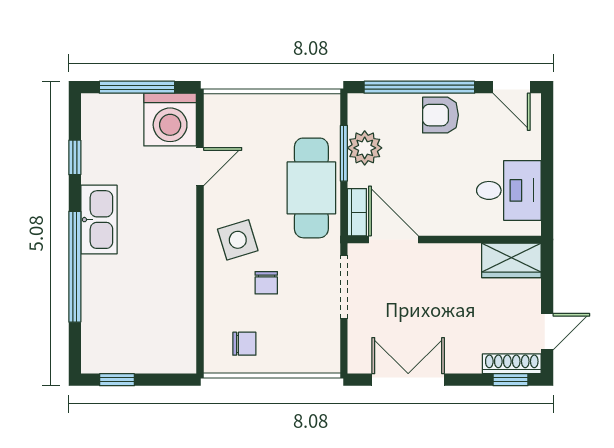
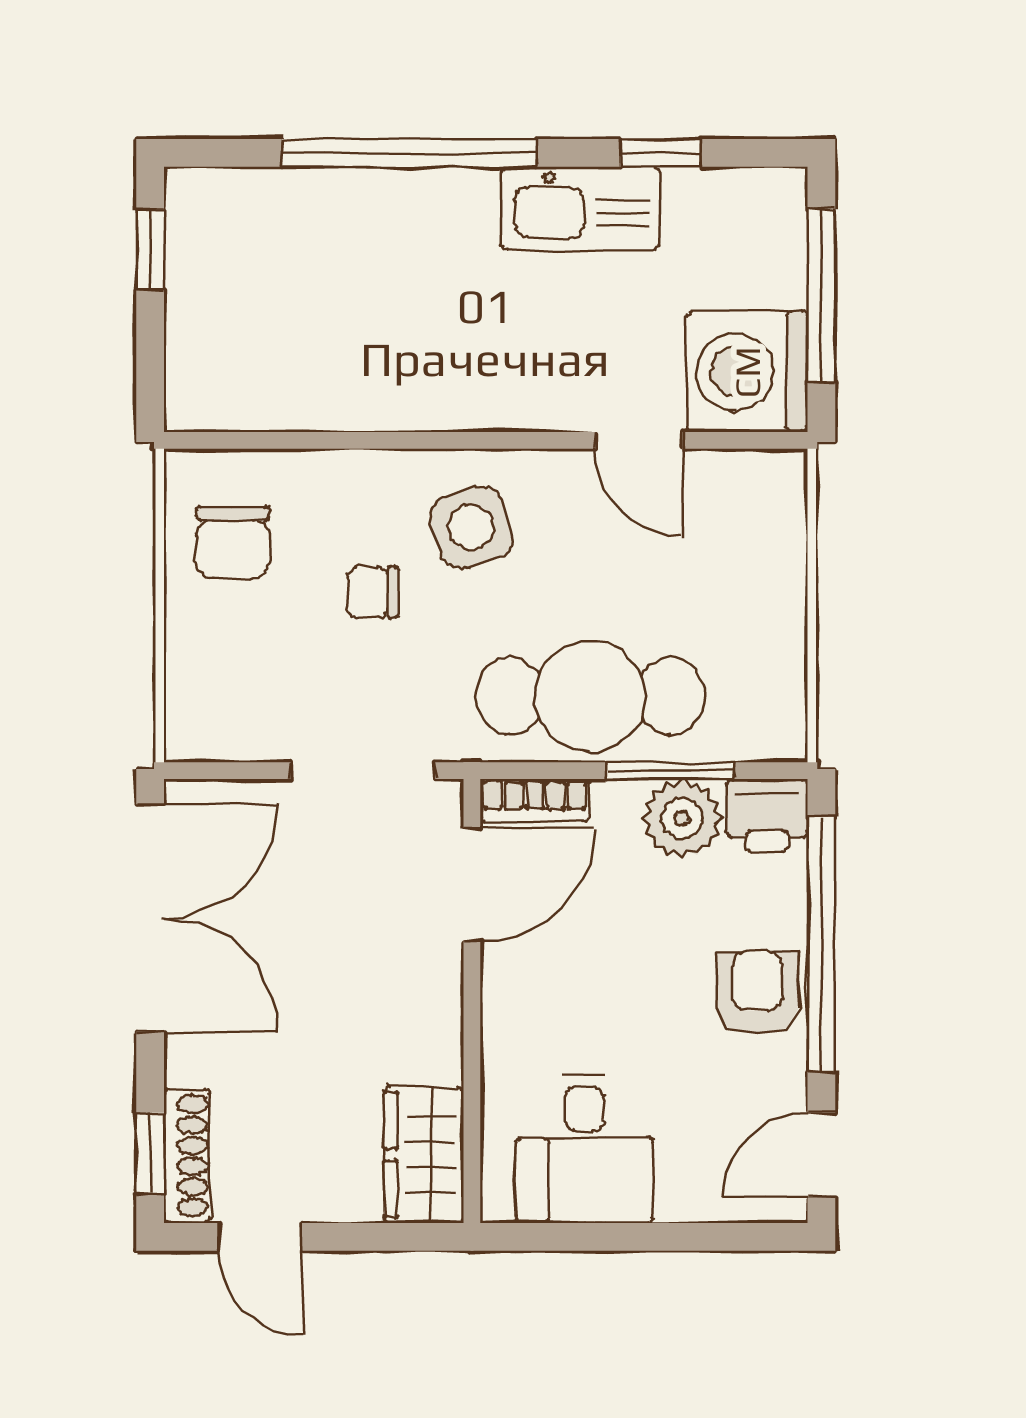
printer: (363, 111) -> (767, 815), added
kitchen sink: (99, 220) -> (581, 208), moved
chair: (244, 344) -> (233, 542), width x1.37, depth x1.37
double door: (408, 380) -> (150, 918), width x1.37

